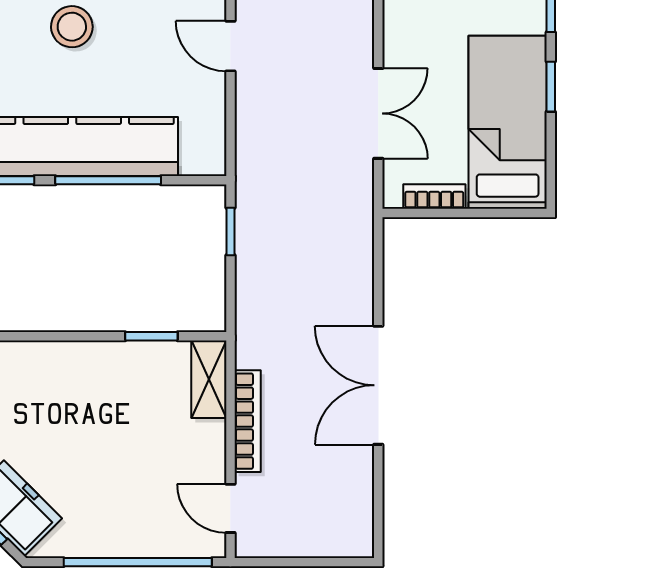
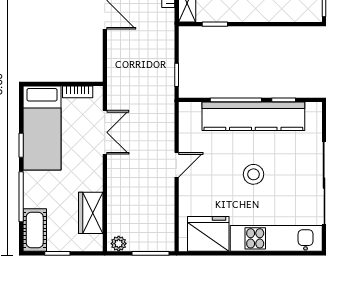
door: (230, 46) -> (177, 165), hinge flipped
double door: (378, 113) -> (105, 132), swing flipped

